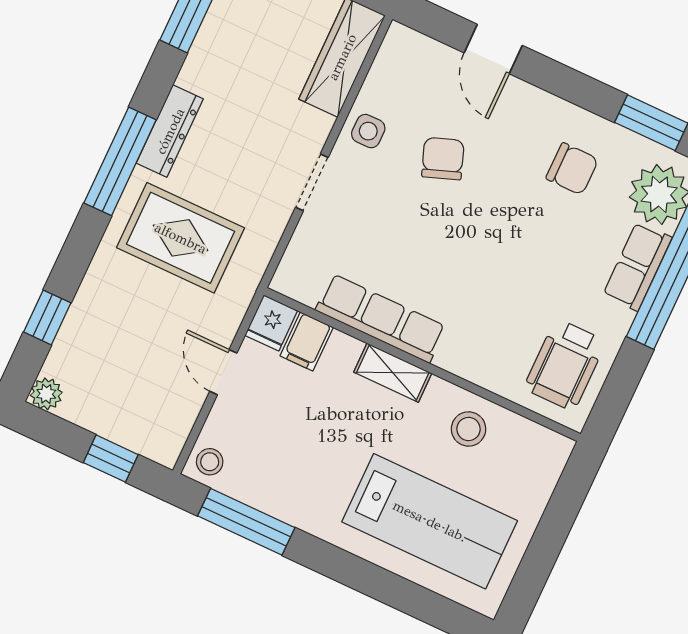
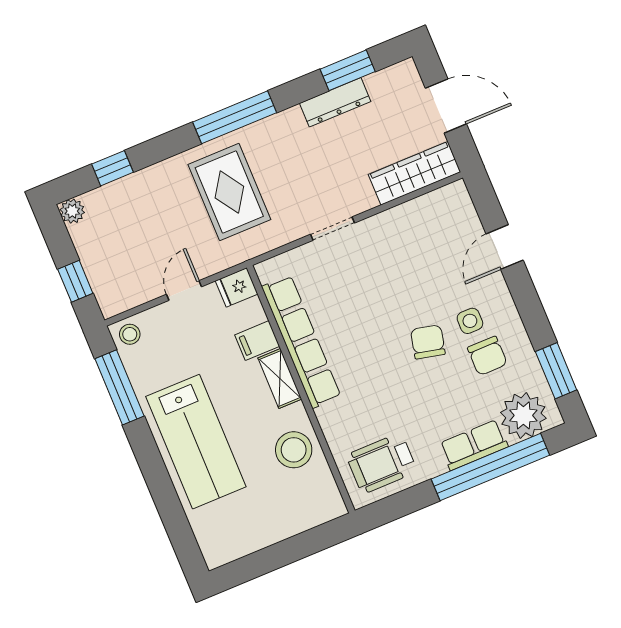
dresser: (170, 131) -> (335, 102), moved
side table: (368, 131) -> (470, 321), moved
chair: (443, 159) -> (428, 342), moved, turned -57
row of seats: (381, 318) -> (301, 342), width x1.36
filing cabinet: (307, 342) -> (257, 341), moved
stool: (469, 429) -> (294, 450), width x1.38, depth x1.38
lab bench: (430, 521) -> (196, 442), moved

